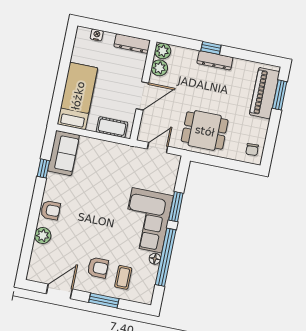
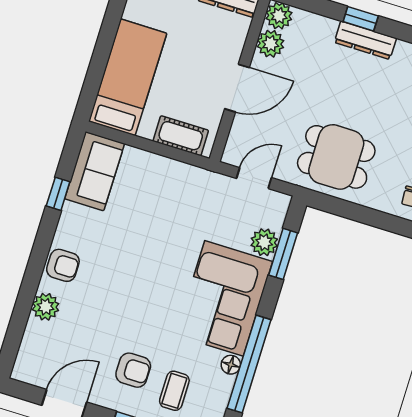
plant: (167, 185) -> (264, 242), added
window: (176, 207) -> (283, 254), moved

